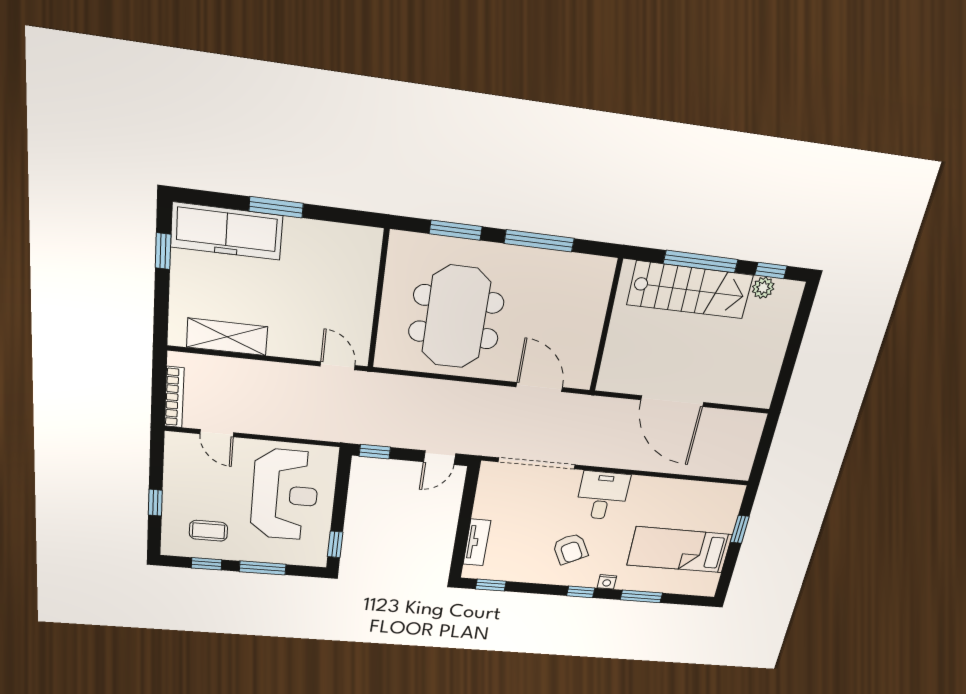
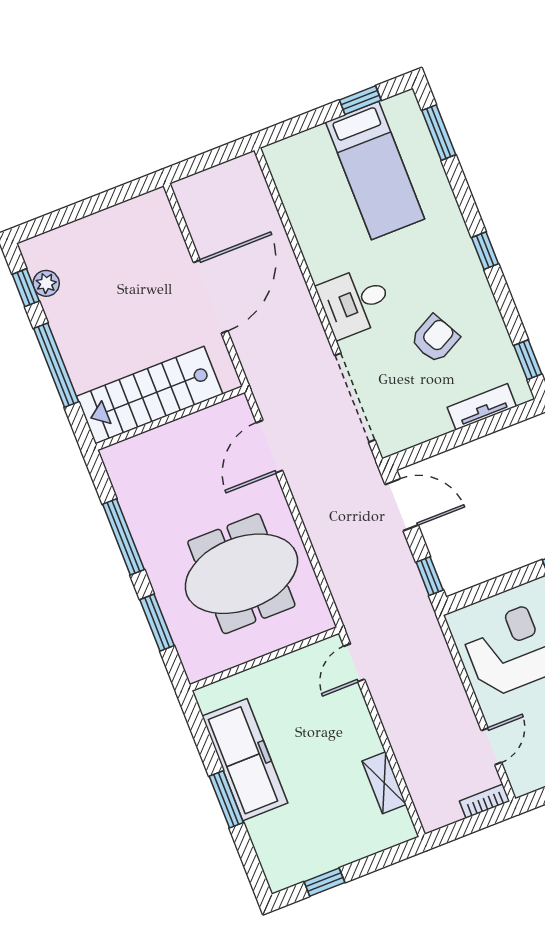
freezer: (227, 231) -> (245, 760), moved
stairs: (690, 290) -> (150, 395), moved, turned -90
shelving: (227, 337) -> (384, 783), width x0.67, depth x0.75
bookcase: (174, 397) -> (484, 801), width x0.64
door: (440, 458) -> (402, 505), width x1.38
window: (740, 529) -> (360, 100), moved
armchair: (570, 549) -> (435, 339), moved
nightstand: (607, 582) -> (457, 228), removed
window: (641, 596) -> (439, 133), moved

